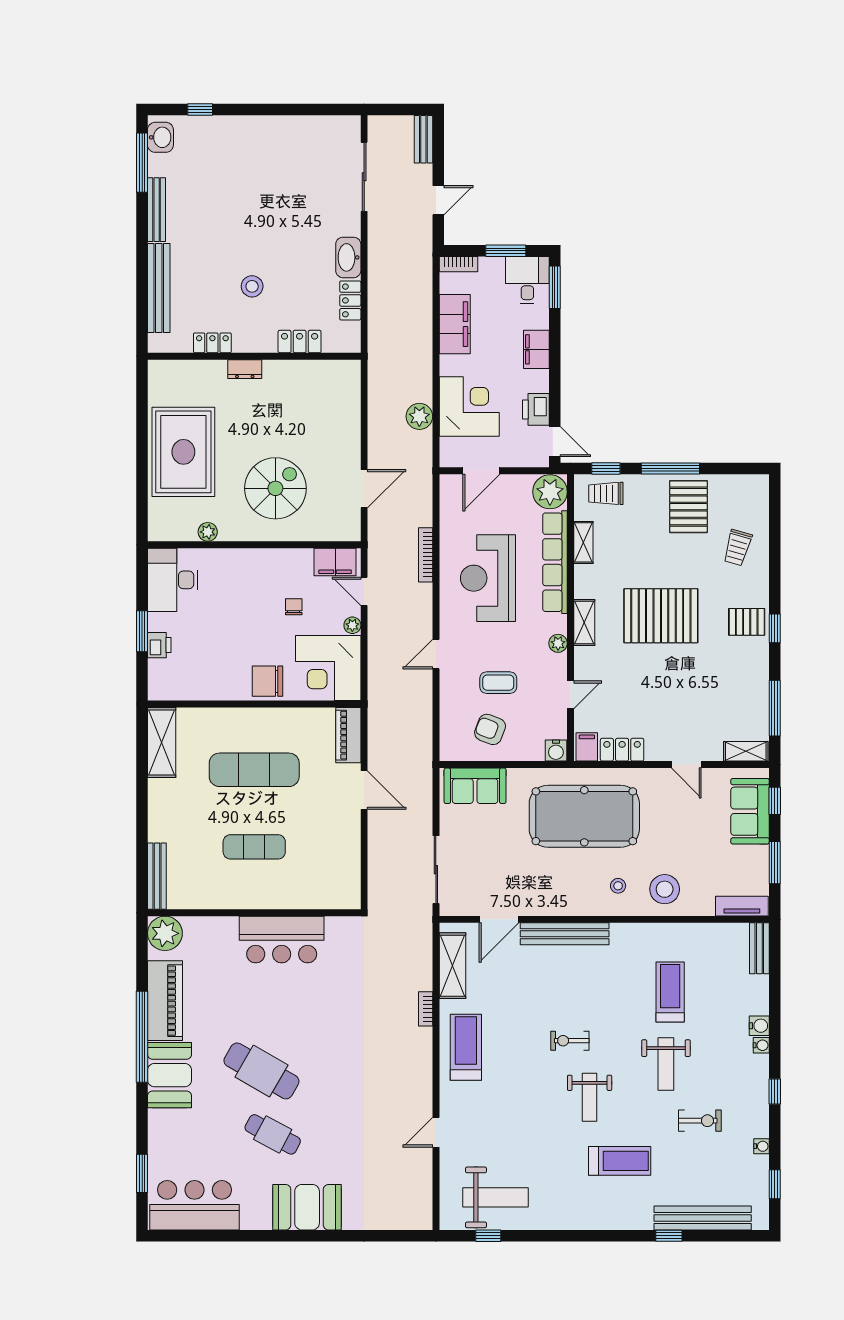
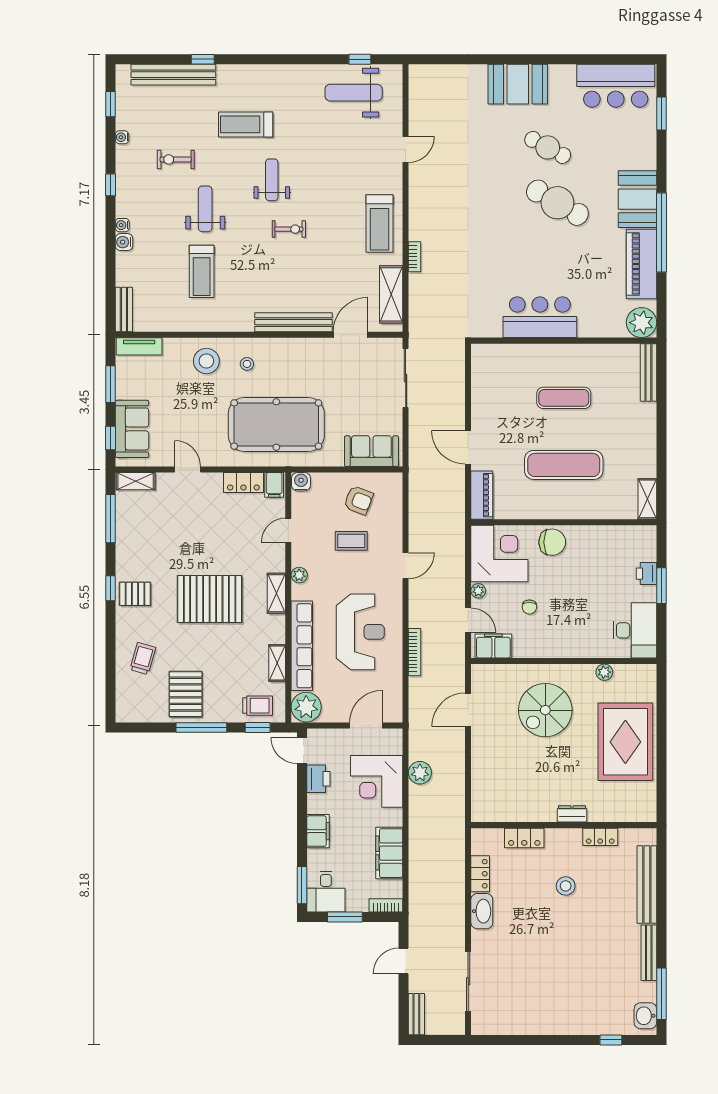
shelving: (162, 743) -> (647, 499), width x0.67, depth x0.75

